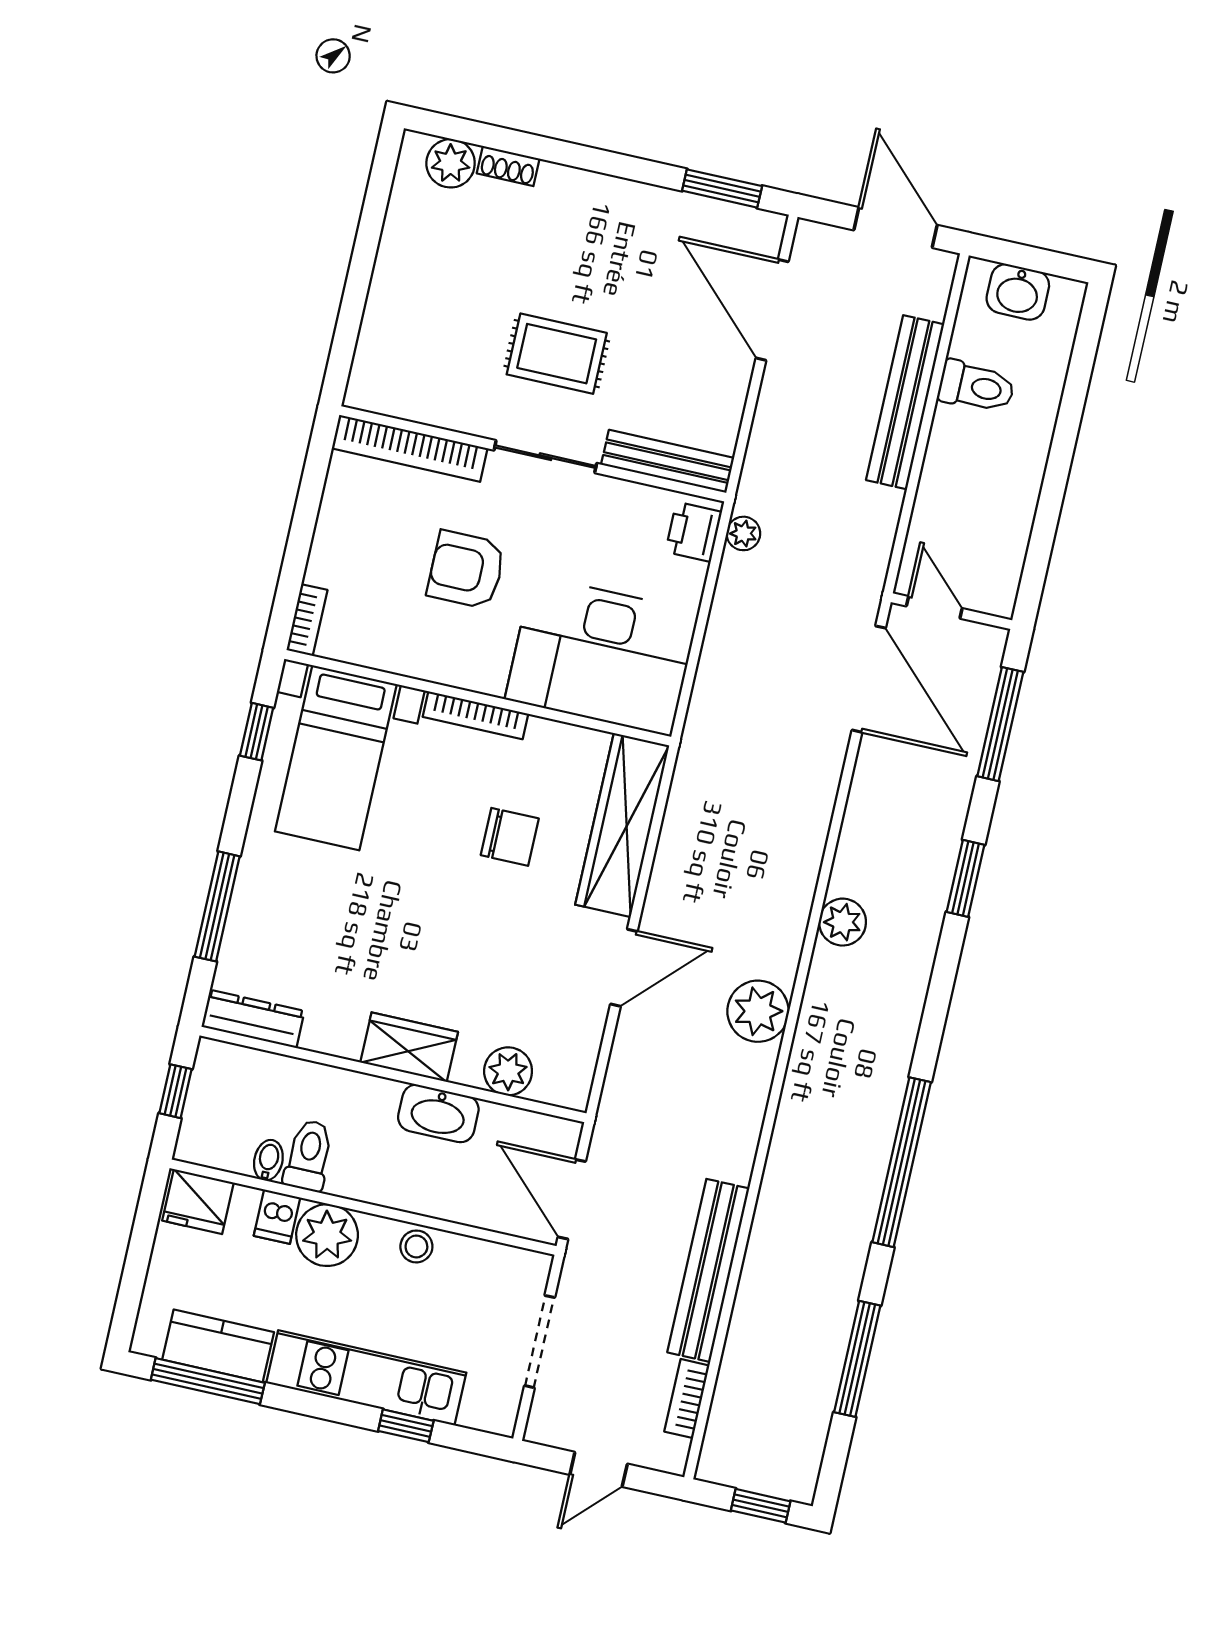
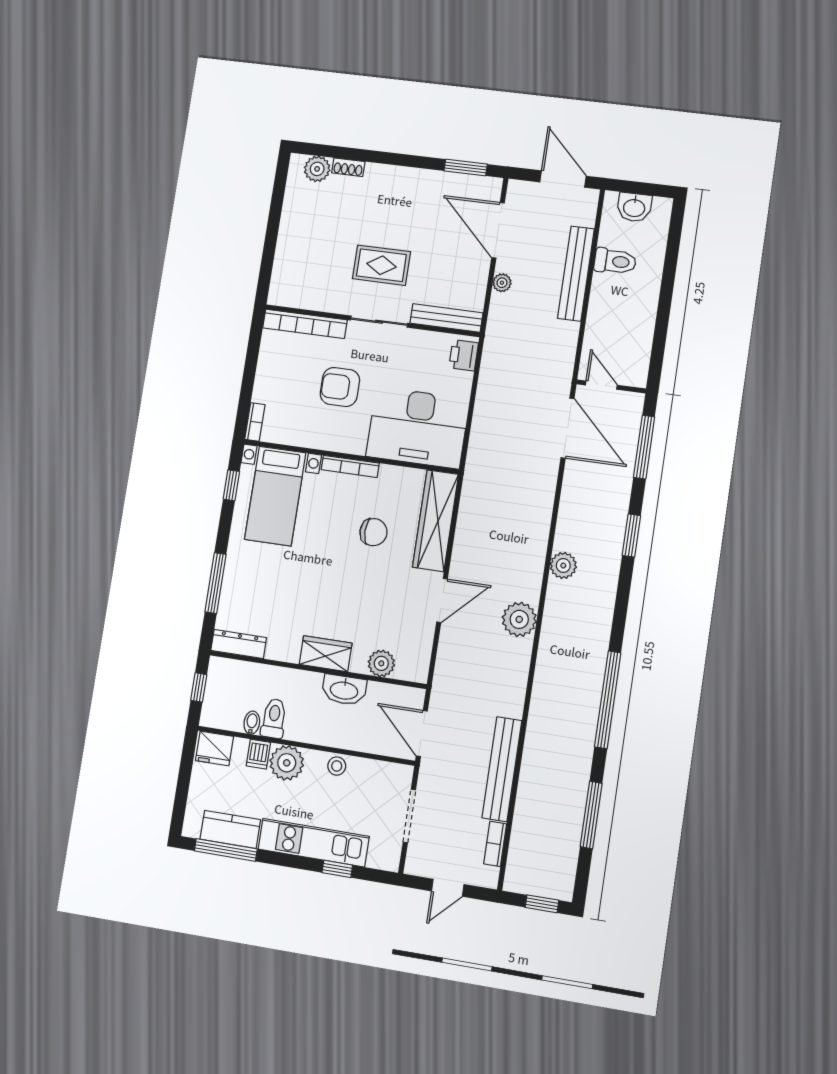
plant: (743, 533) -> (502, 283), moved

